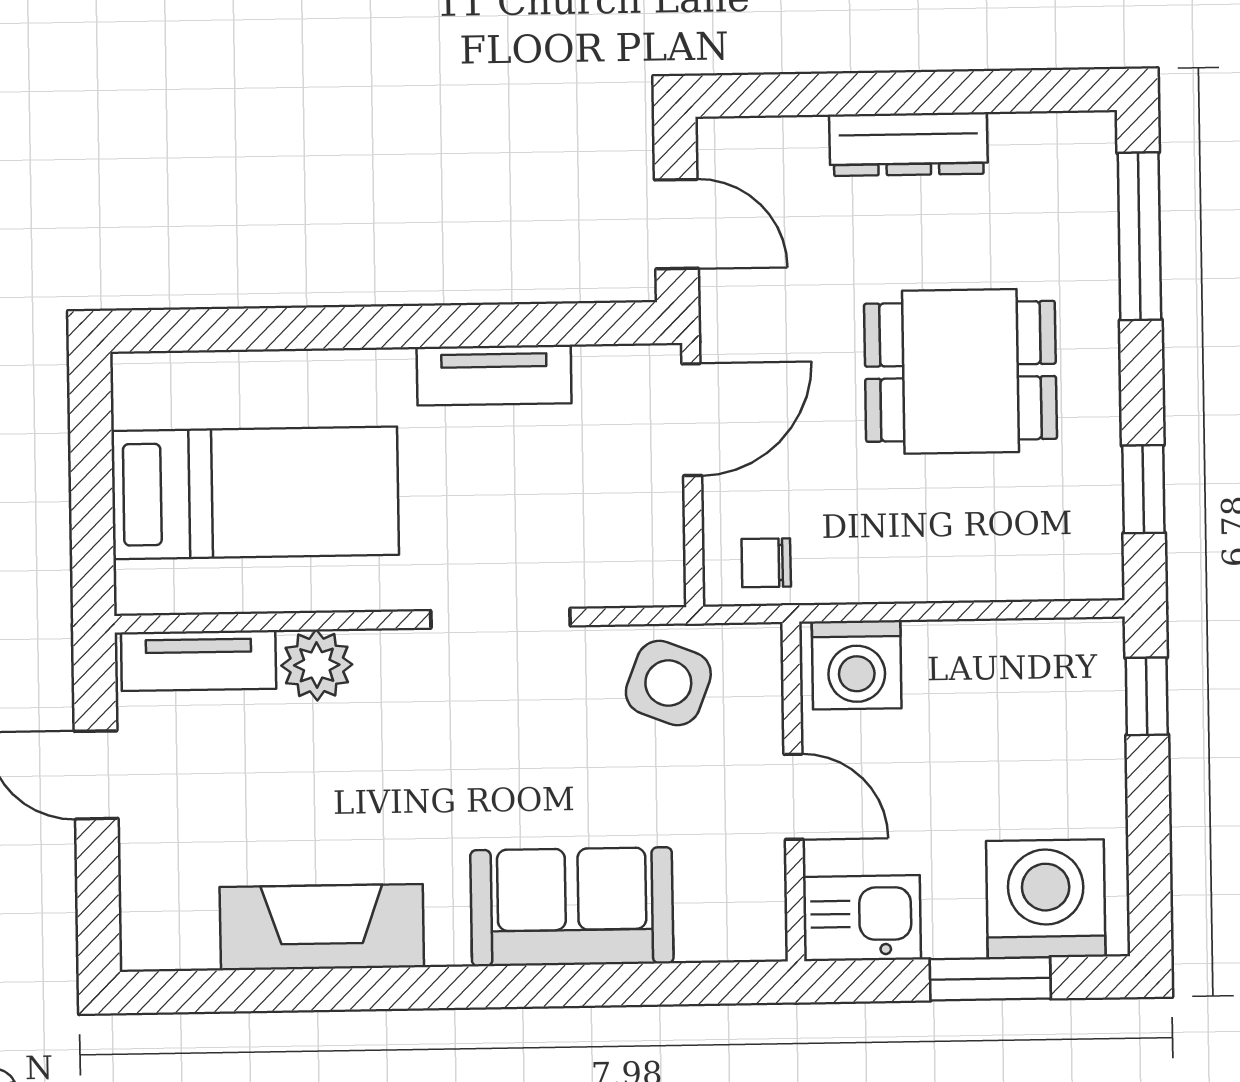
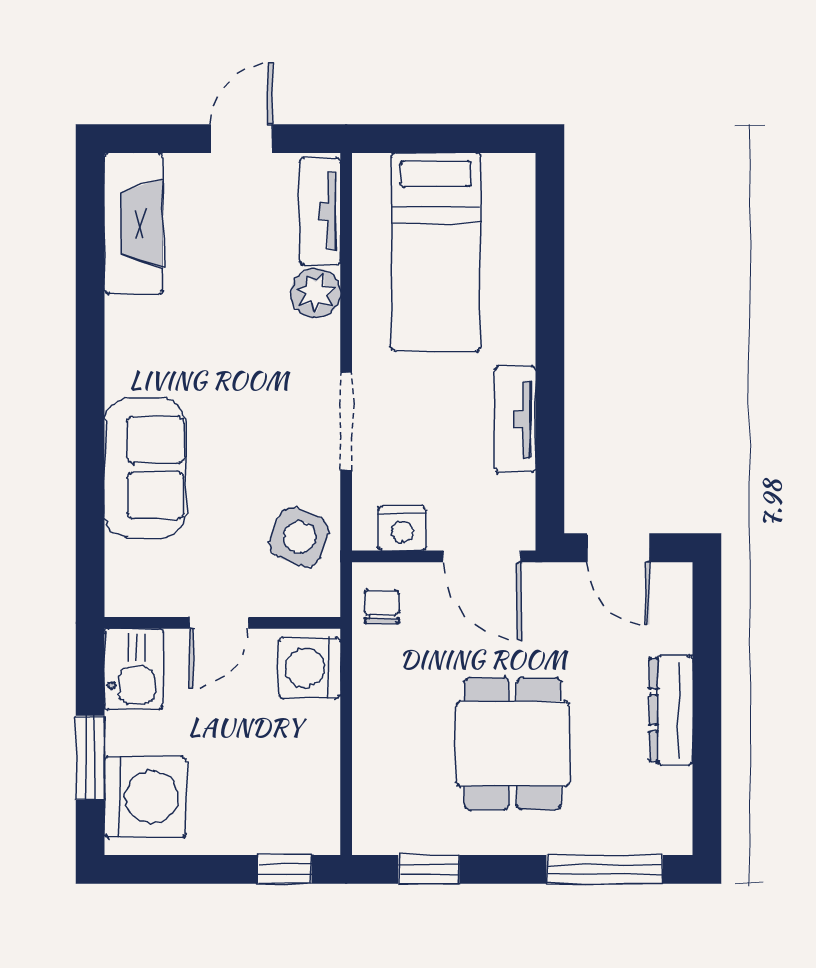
door: (676, 224) -> (618, 548), hinge flipped
nightstand: (654, 535) -> (402, 529), added
fireplace: (322, 927) -> (133, 223), moved

